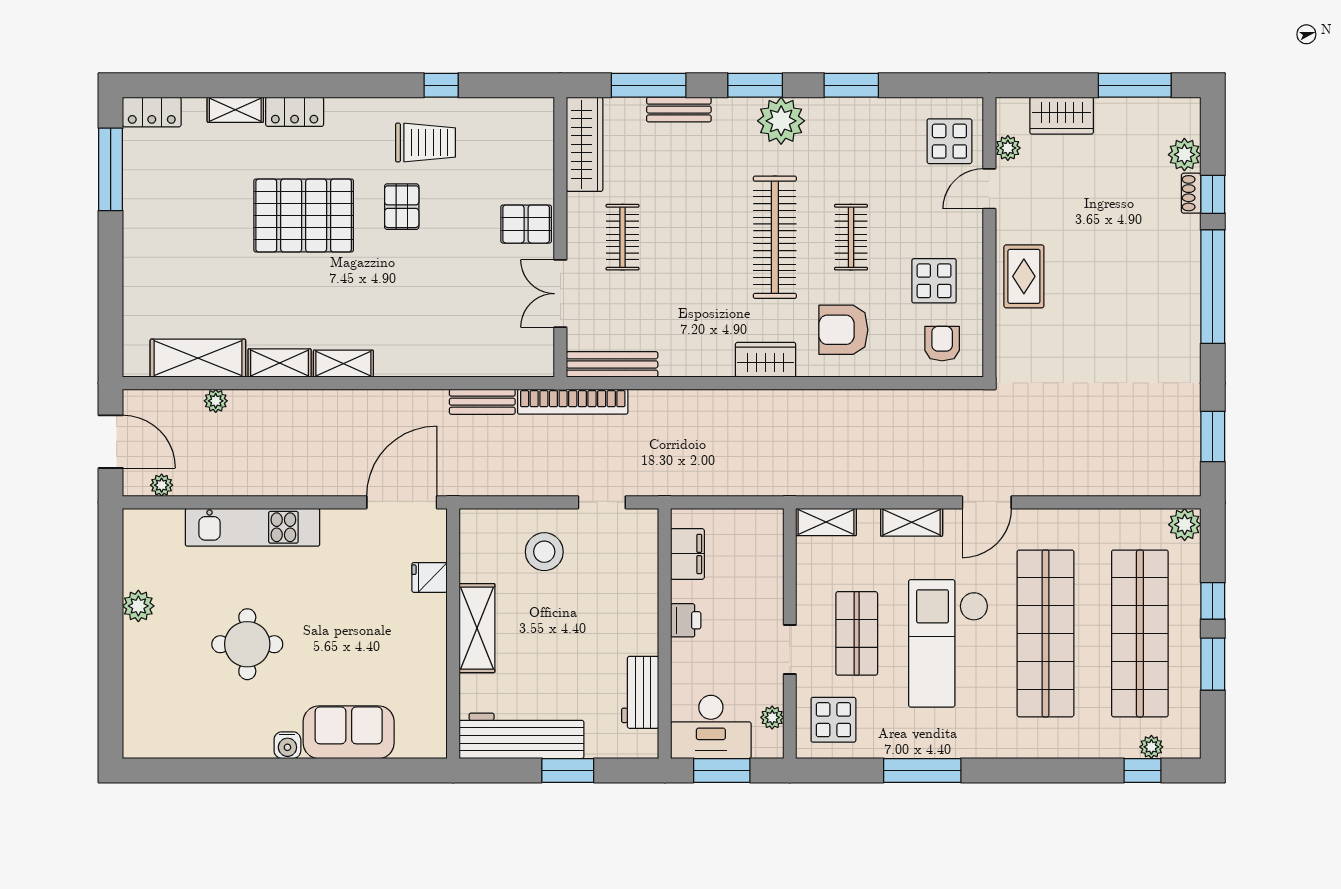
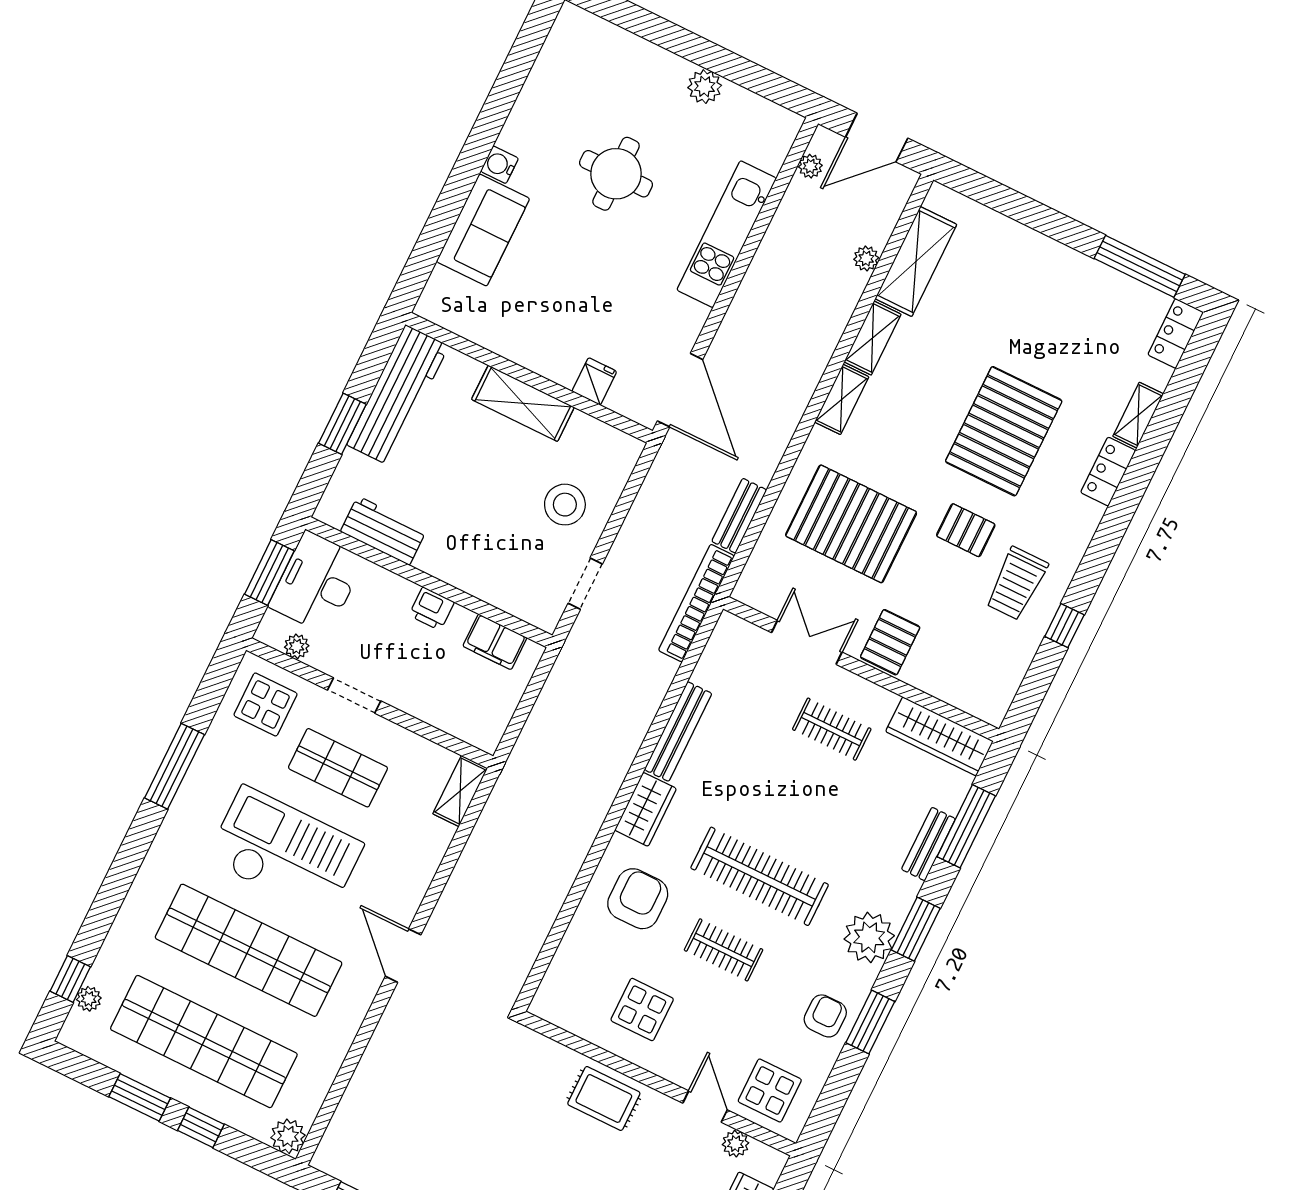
pallet: (443, 305) -> (851, 524), added
armchair: (942, 344) -> (825, 1016), moved, turned -90
bench: (612, 364) -> (678, 732), moved
shelving: (912, 522) -> (419, 873), removed

